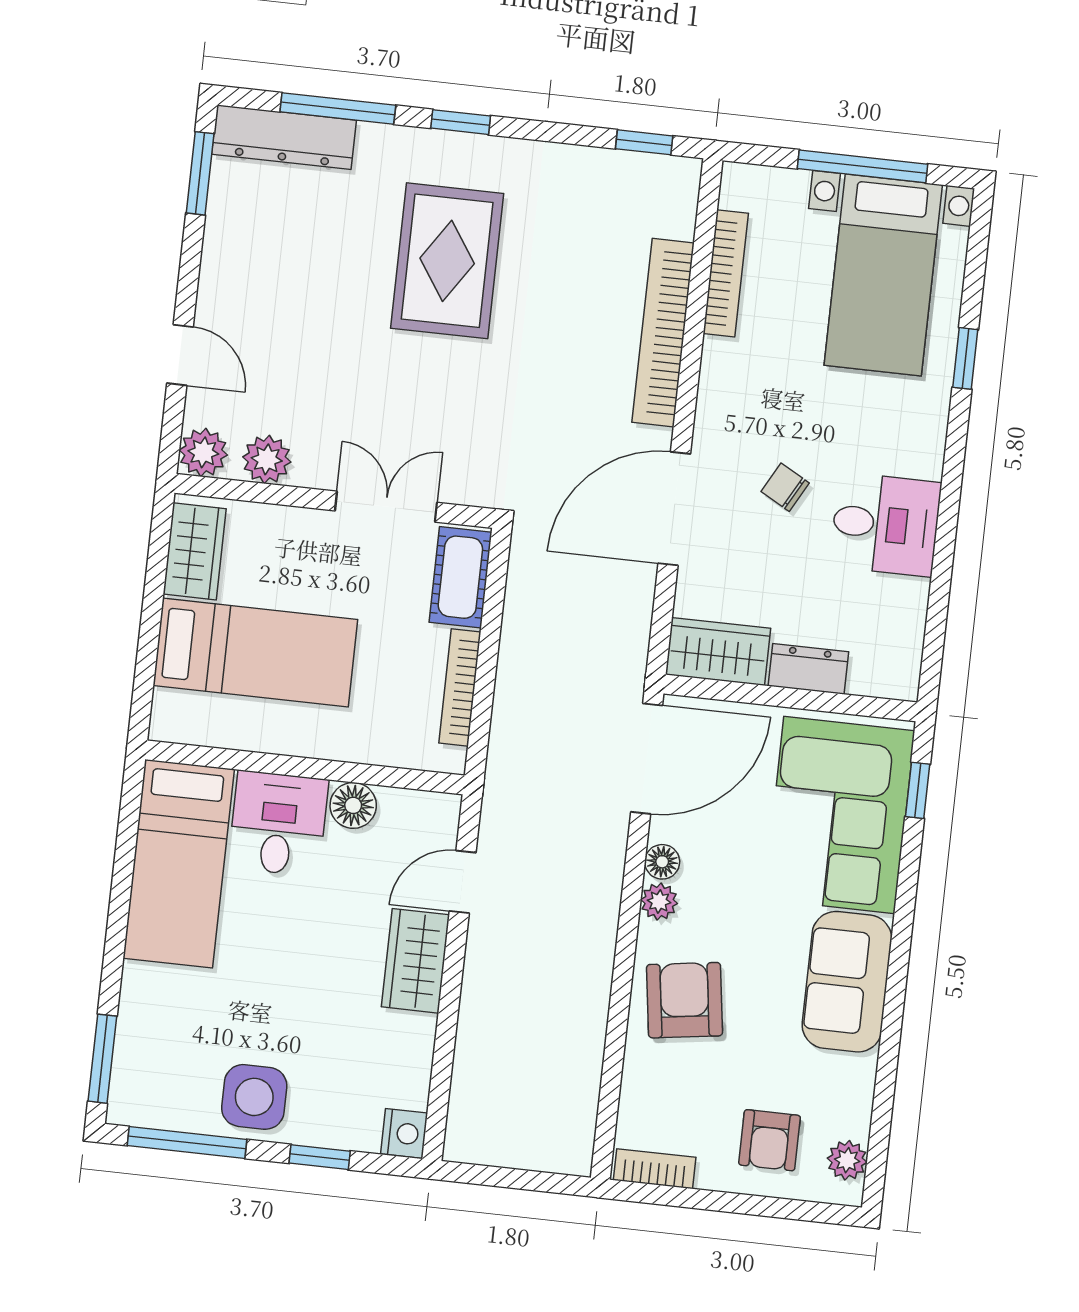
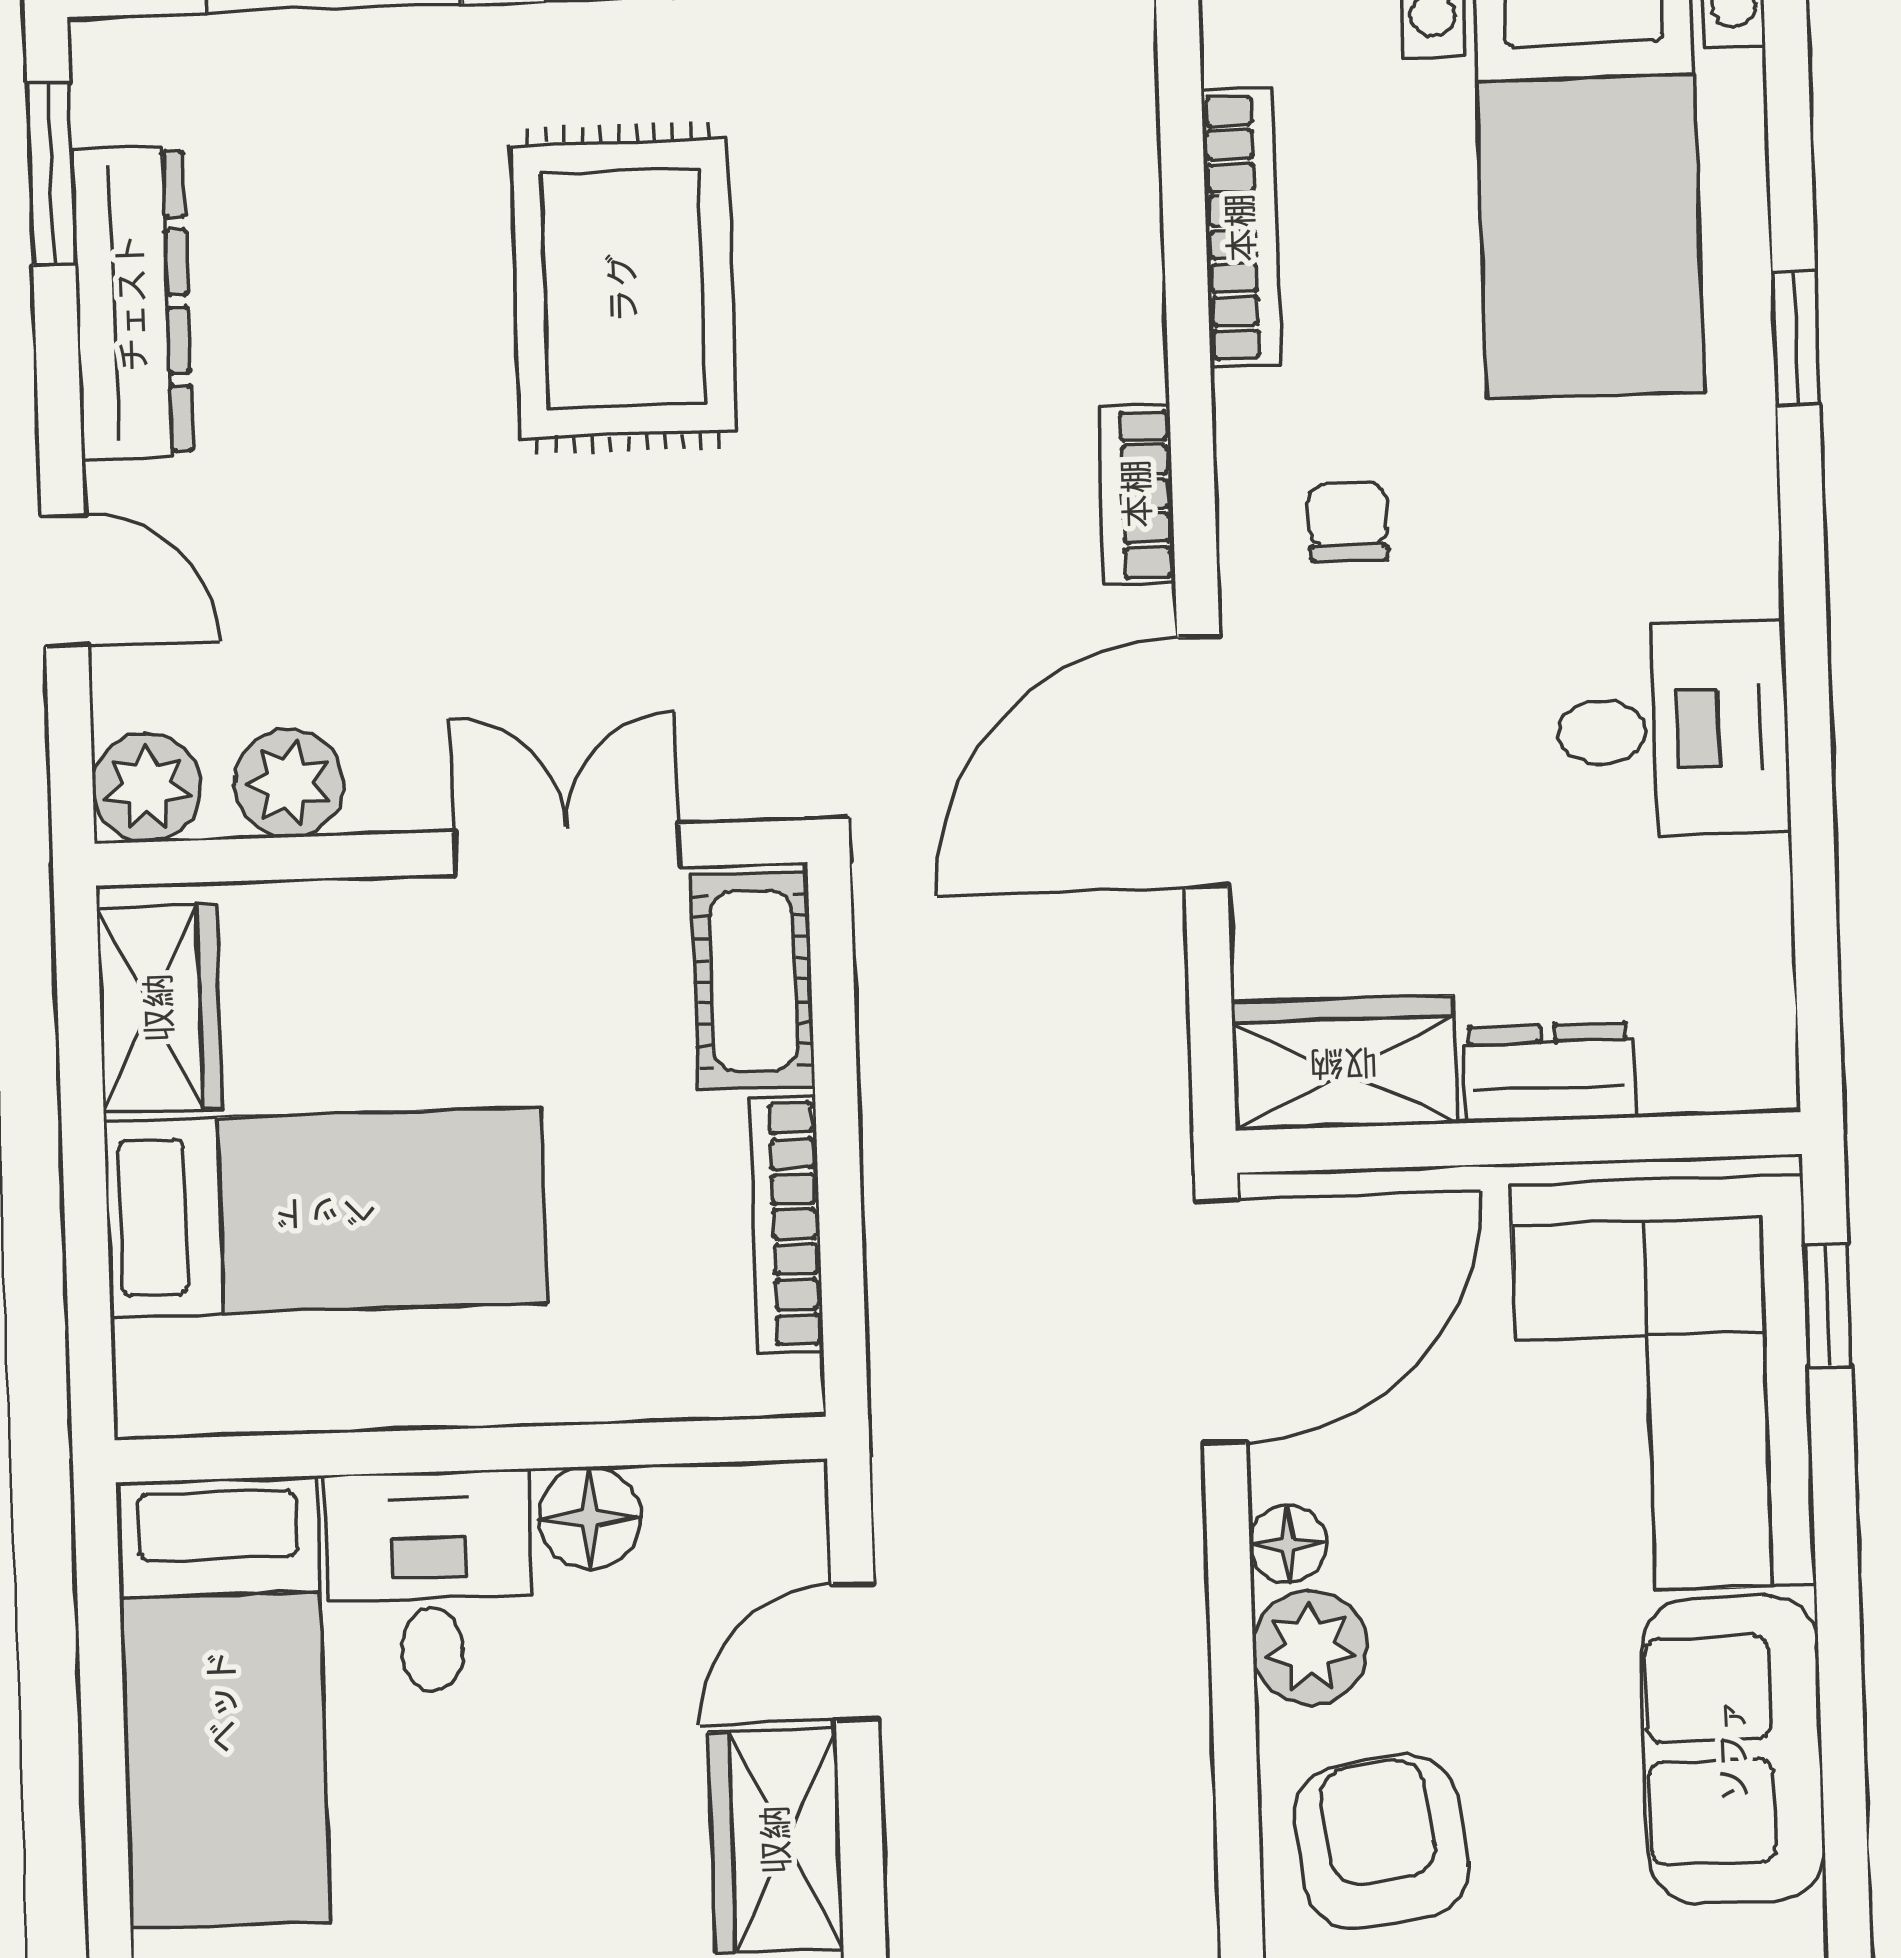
dresser: (284, 137) -> (132, 303), moved, turned -90
bookcase: (663, 333) -> (1137, 494), width x0.43, depth x0.76
chair: (785, 487) -> (1348, 522), moved, turned 61
plant: (659, 901) -> (1310, 1648), width x1.38, depth x1.38

